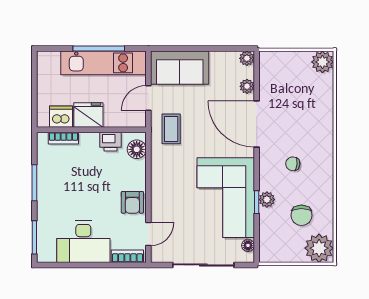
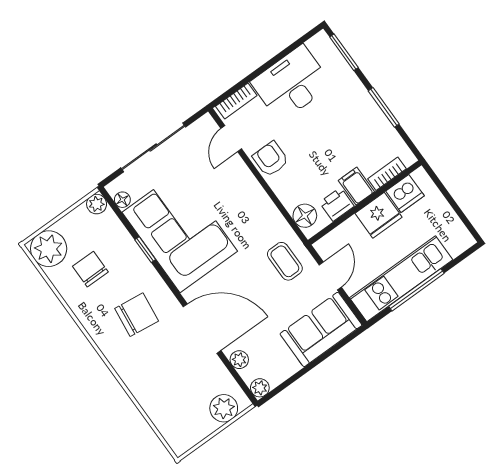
plant: (322, 62) -> (224, 408), moved
filing cabinet: (89, 144) -> (356, 186), added
chair: (293, 164) -> (137, 315), width x1.87, depth x1.87
plant: (267, 200) -> (97, 204), moved

